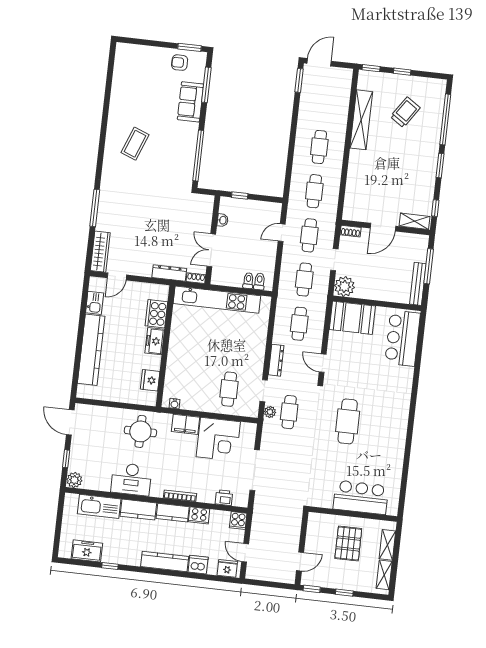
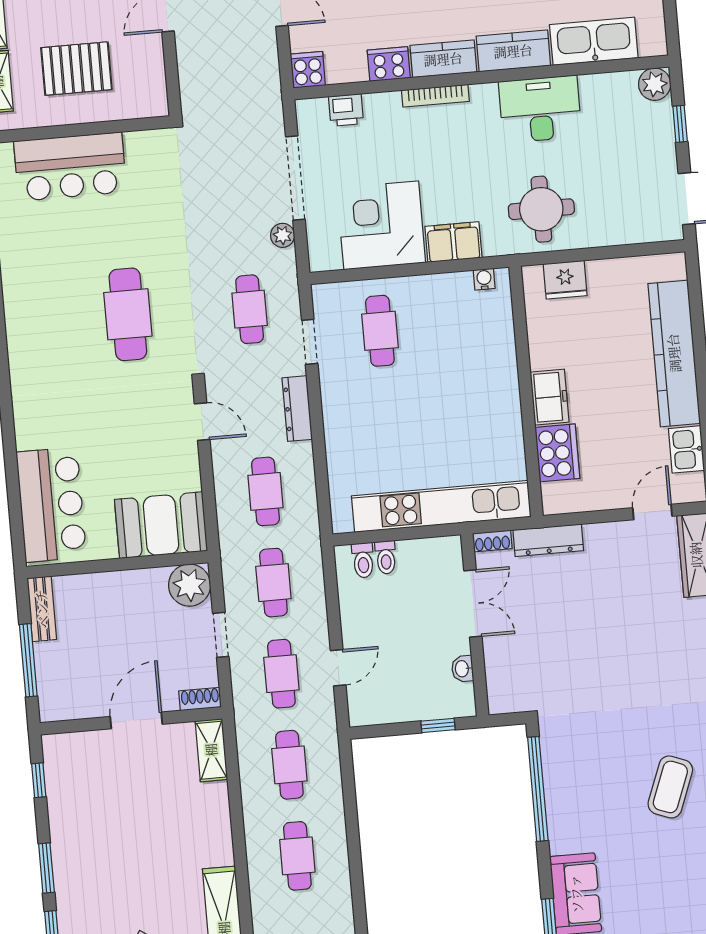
shelving: (415, 221) -> (211, 750), moved, turned 90
bench: (418, 284) -> (42, 609), width x0.73
fridge: (150, 380) -> (565, 280), moved, turned 90
plant: (270, 412) -> (283, 235), moved
pallet: (348, 543) -> (76, 69), turned 90

